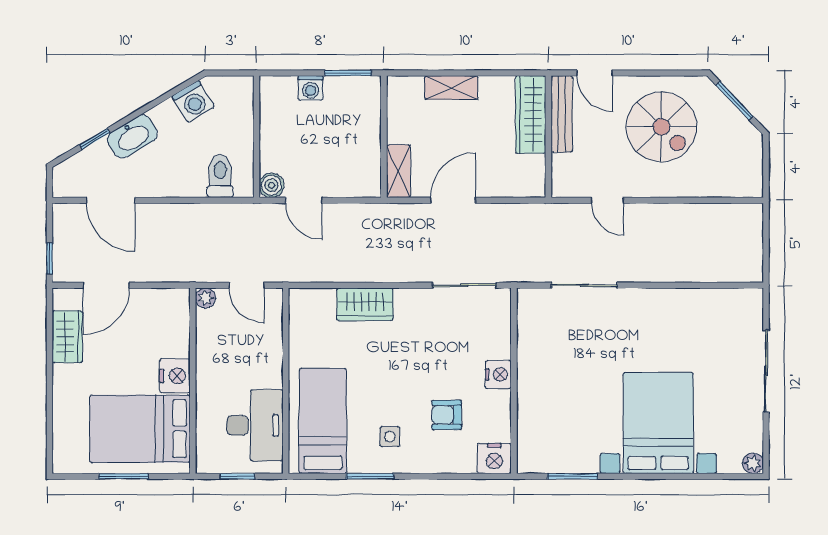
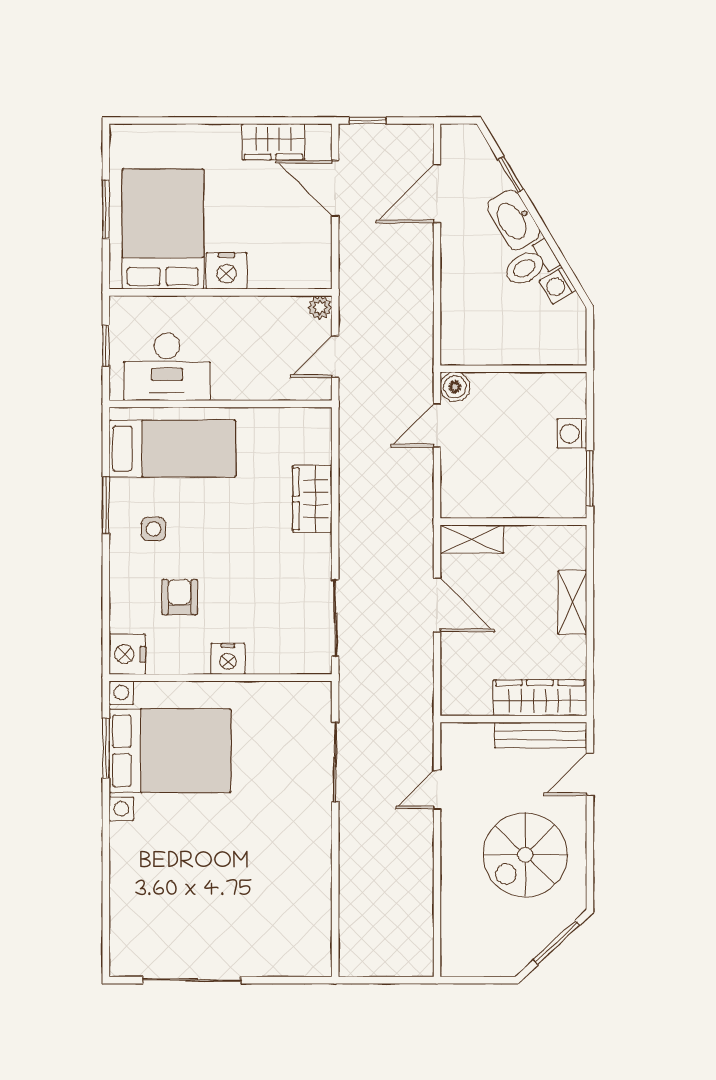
washing machine: (193, 101) -> (557, 286), width x0.73, depth x0.73
toilet: (220, 176) -> (531, 265), moved, turned 149
sliding door: (766, 371) -> (192, 980), moved
bed with nightstands: (658, 423) -> (170, 751), moved
plant: (753, 463) -> (122, 964), removed

